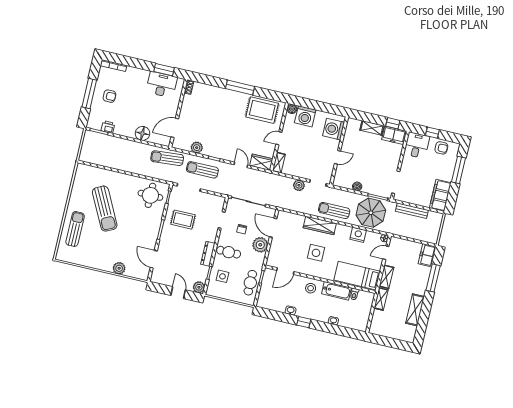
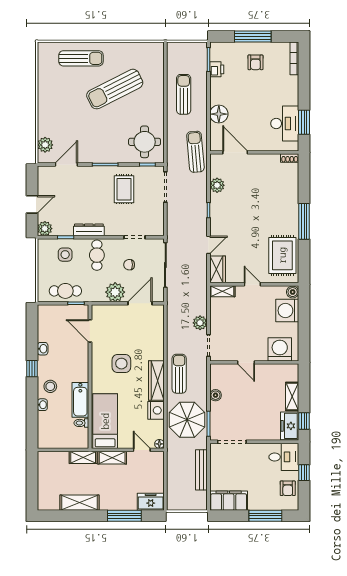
sun lounger: (202, 170) -> (184, 94), moved
wardrobe: (320, 226) -> (156, 380), moved
plant: (119, 268) -> (45, 145), moved
stool: (311, 288) -> (50, 386), moved

